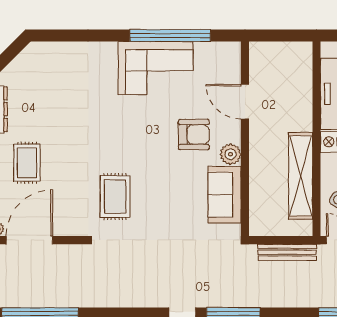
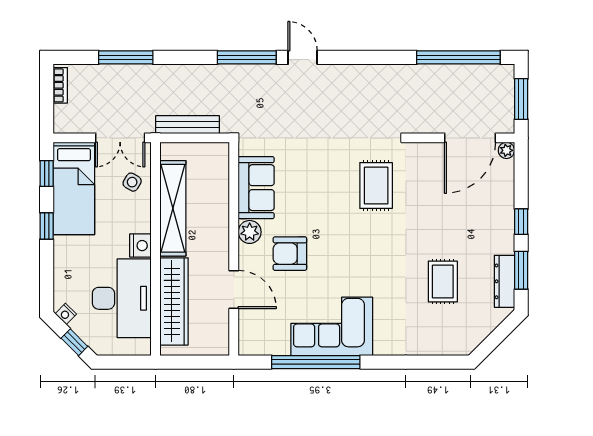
wardrobe: (300, 91) -> (174, 301), added
rug: (27, 163) -> (443, 281), moved

